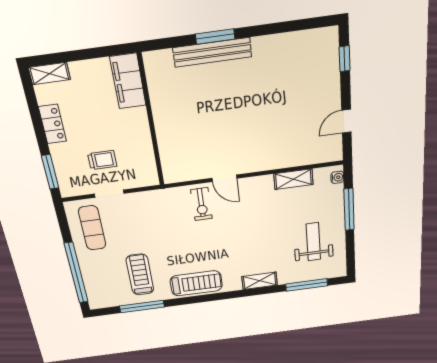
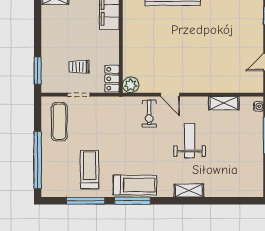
locker: (52, 124) -> (112, 79), moved, turned 180
trolley: (102, 160) -> (79, 67), turned 180
plant: (173, 173) -> (131, 85), added
weight bench: (313, 242) -> (190, 141), moved
window: (307, 285) -> (132, 201), moved

